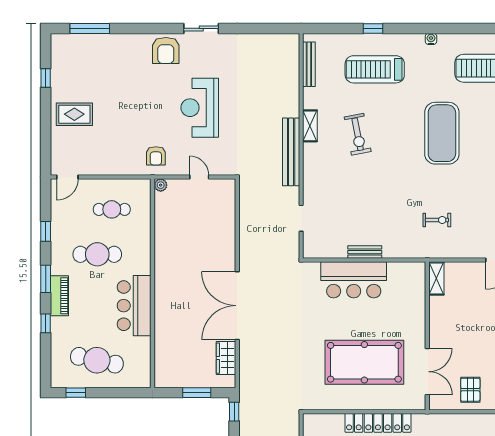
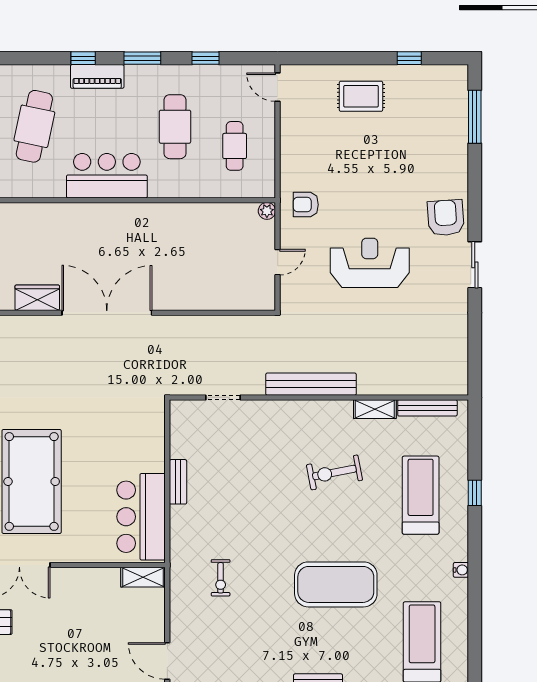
armchair: (166, 50) -> (446, 218), turned 86
rug: (74, 114) -> (361, 96), turned 90
shelving: (310, 126) -> (375, 409), moved
bar counter: (354, 280) -> (141, 517), moved
piano: (59, 296) -> (97, 76), moved

